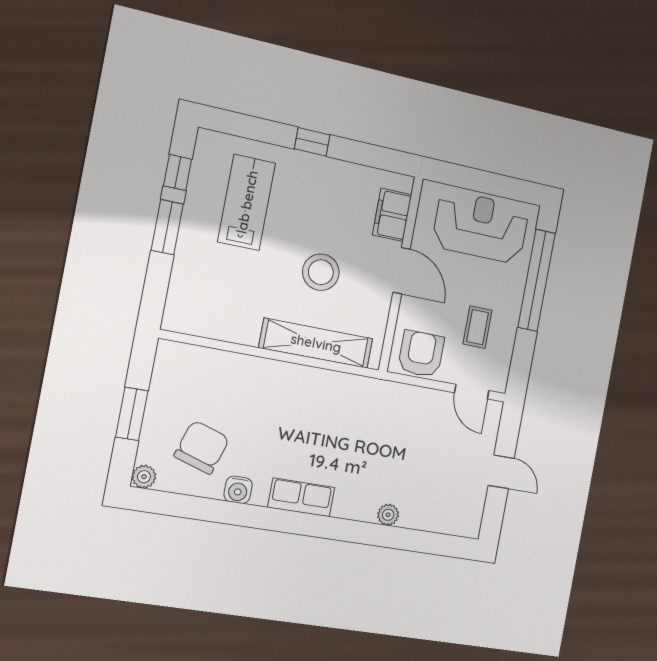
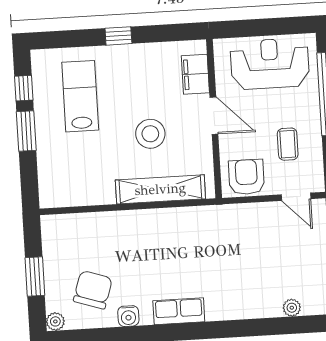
plant: (388, 515) -> (292, 308), moved

